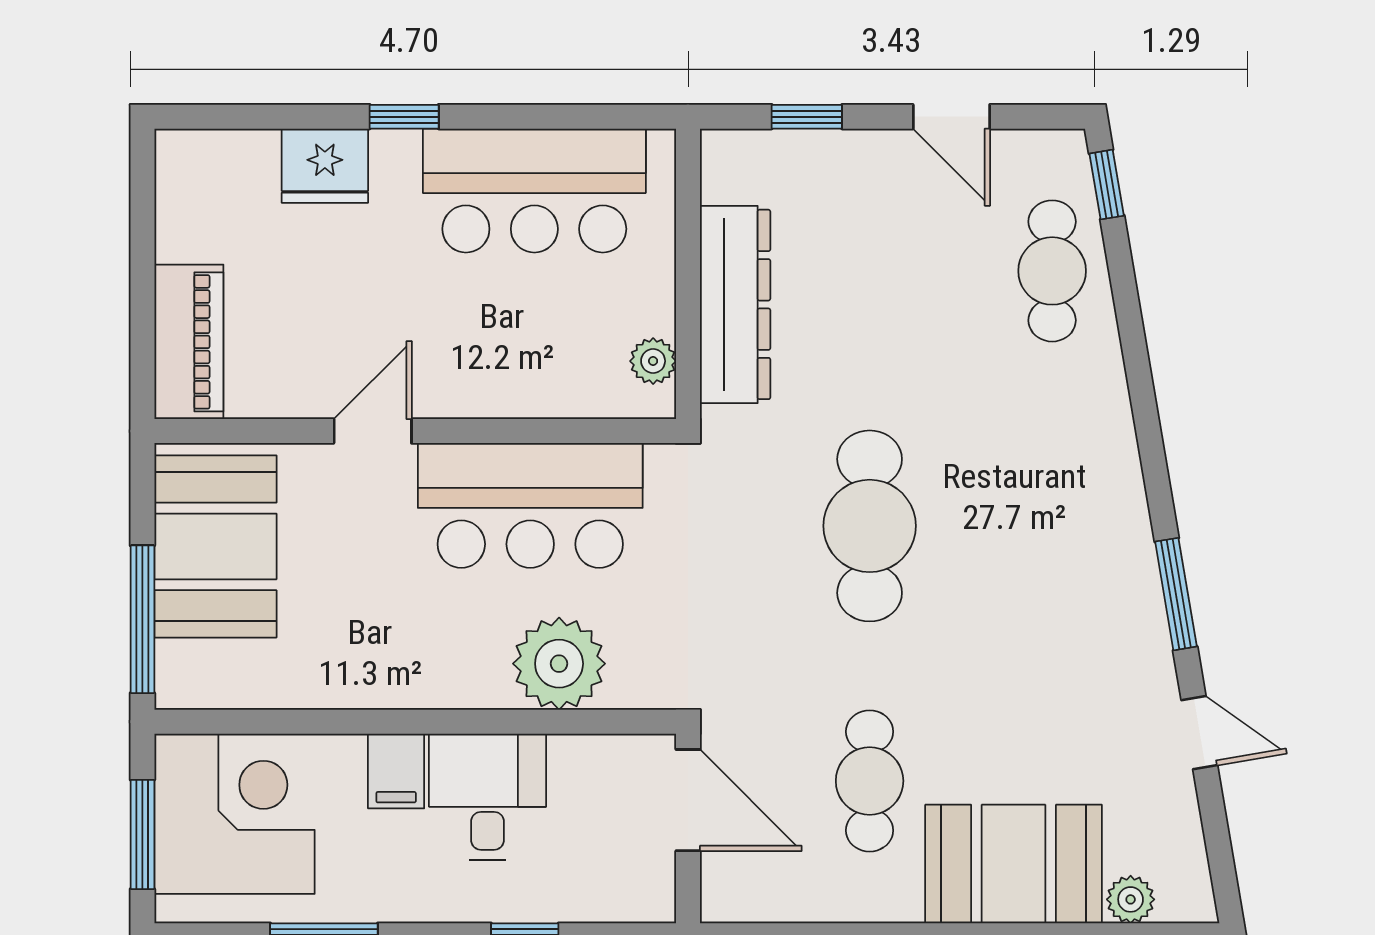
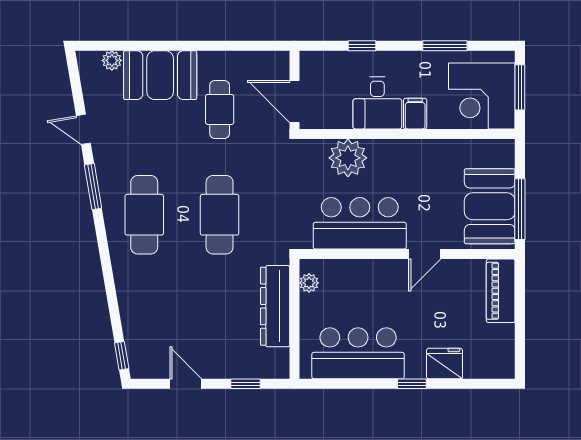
cafe table: (1052, 271) -> (144, 215), moved, width x1.37, depth x1.35
window: (142, 619) -> (520, 209), moved

